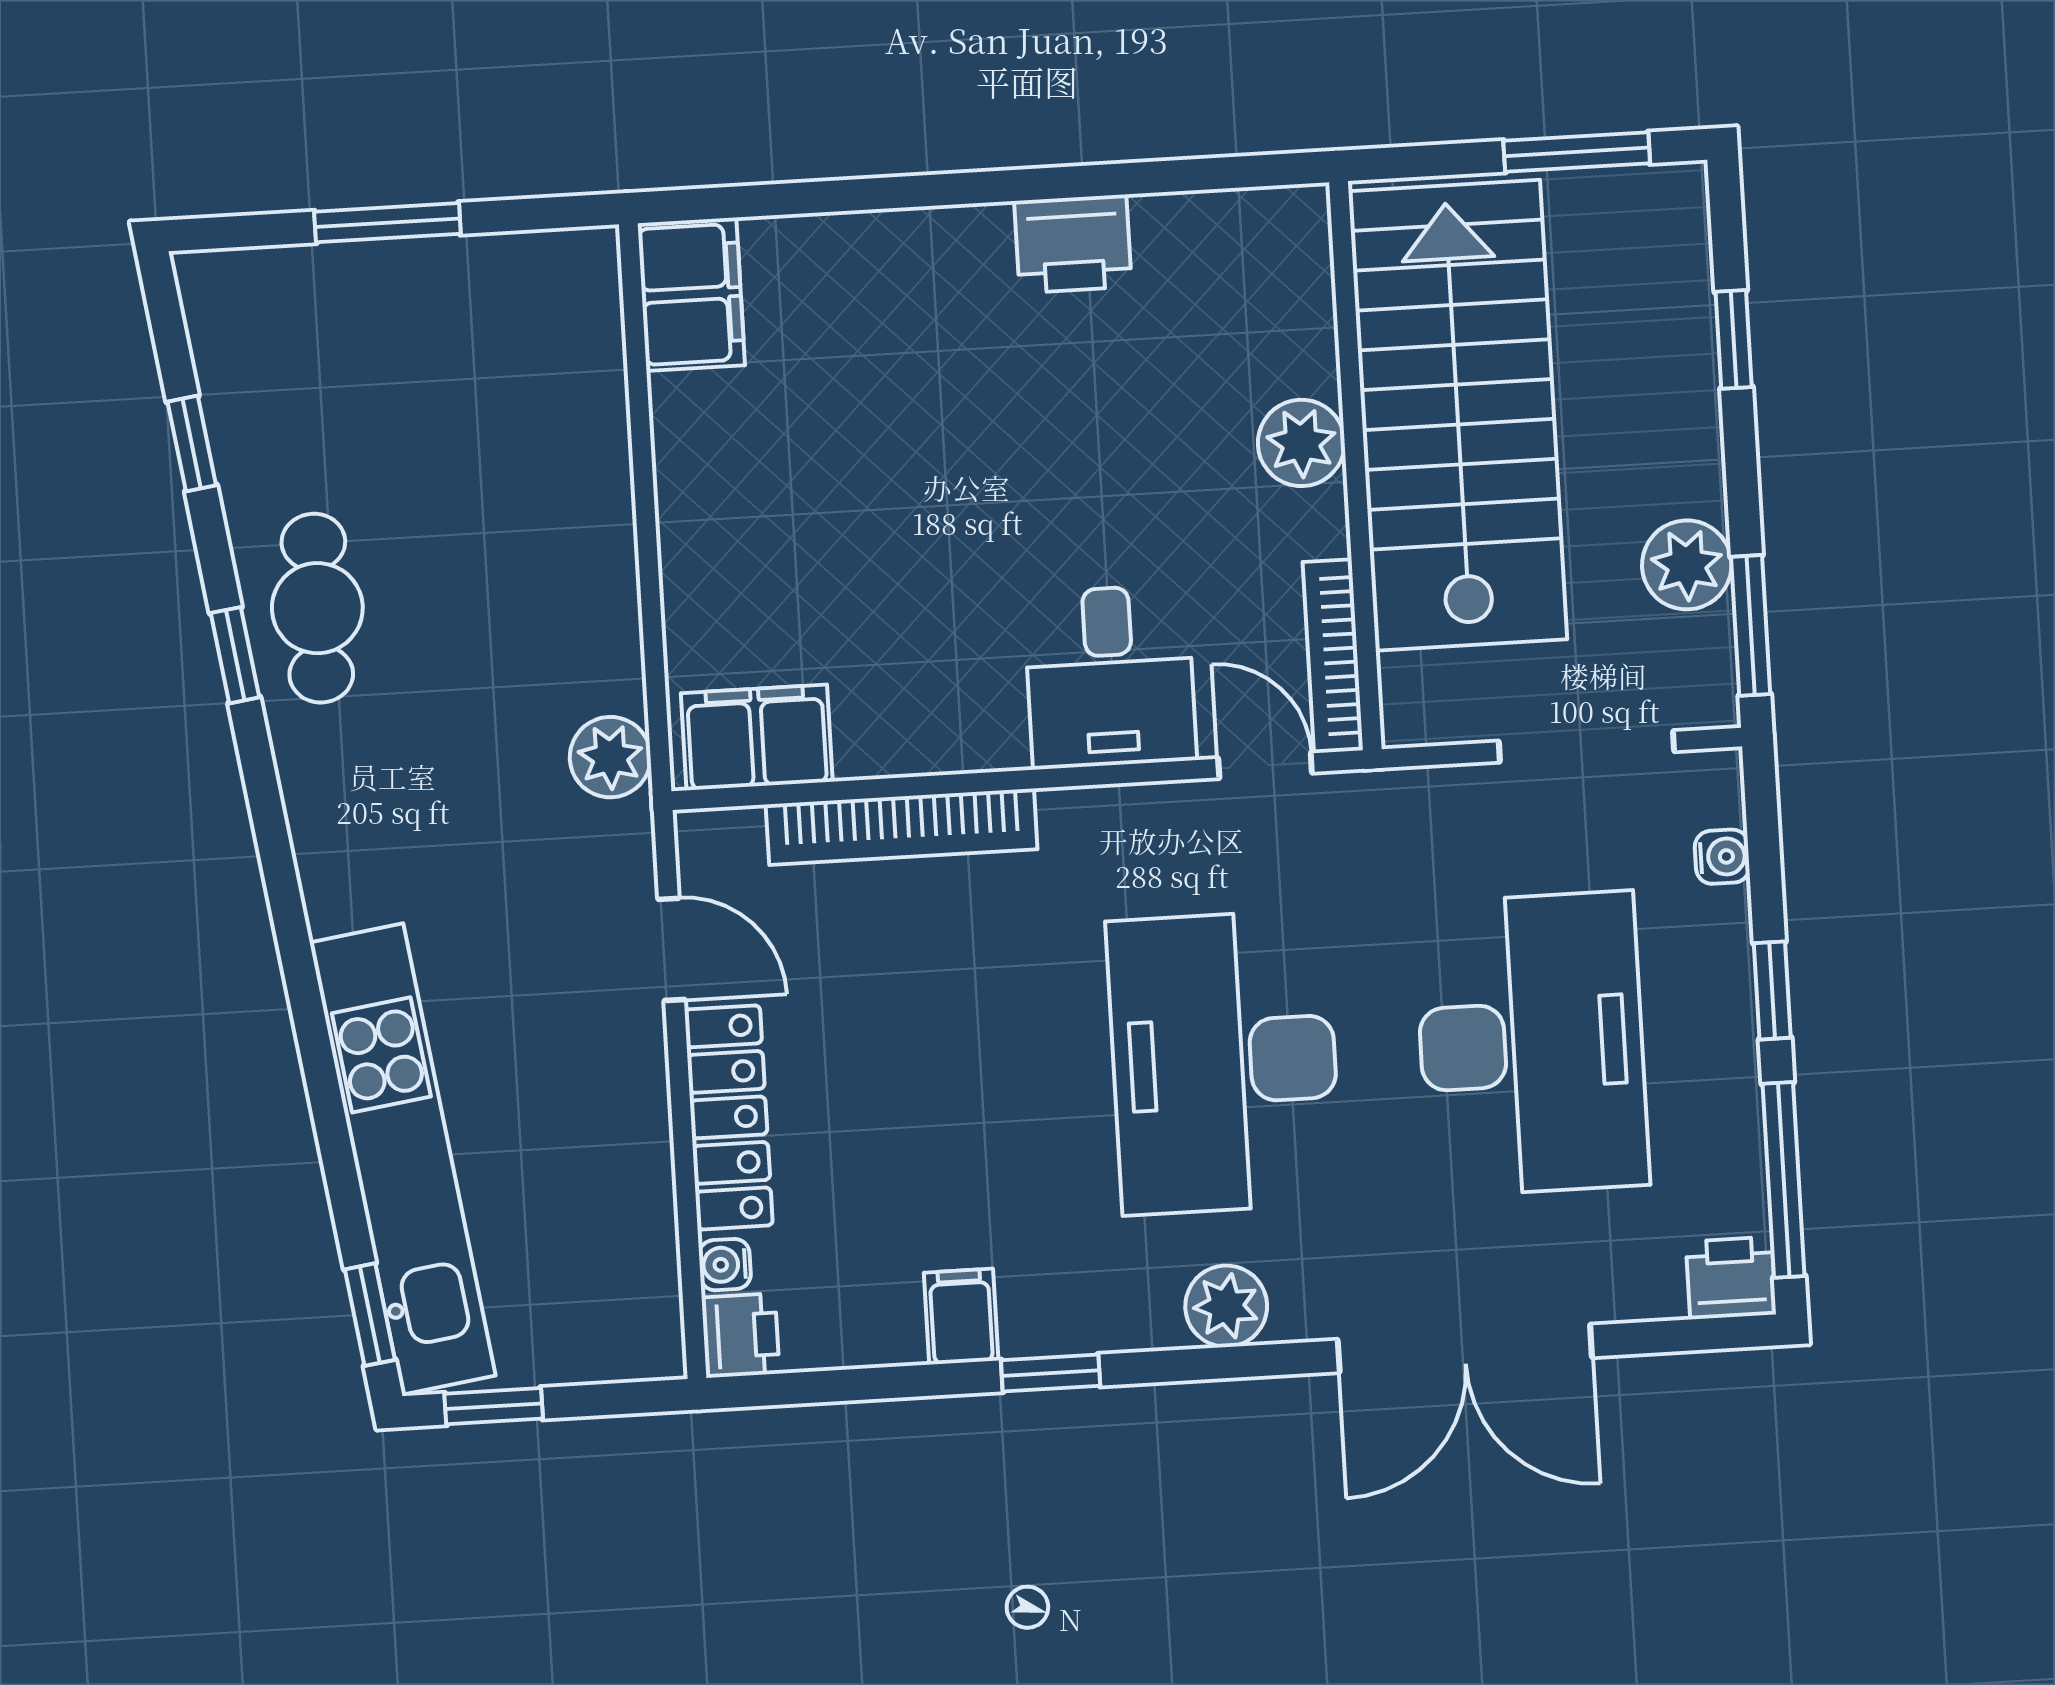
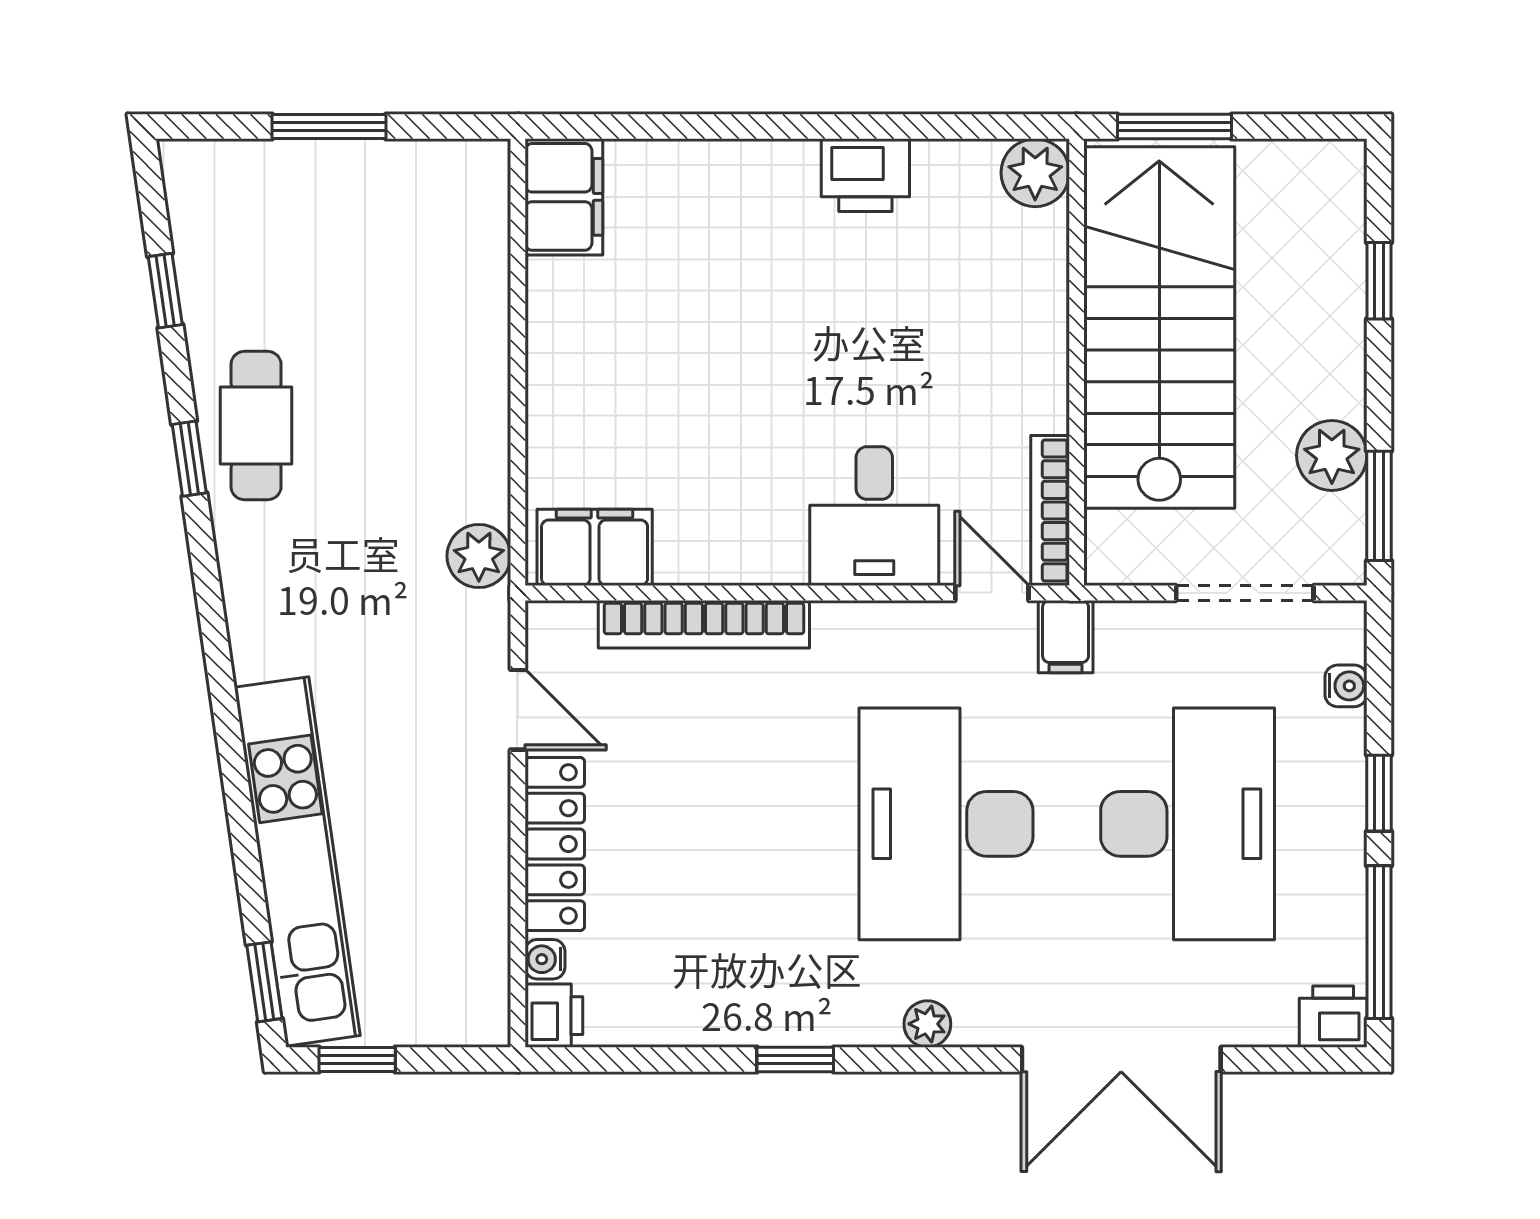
window: (1577, 152) -> (1175, 127), moved
plant: (1301, 443) -> (1035, 173), moved
plant: (1226, 1306) -> (927, 1024), width x0.73, depth x0.73
filing cabinet: (961, 1317) -> (1066, 637), moved, turned 180

